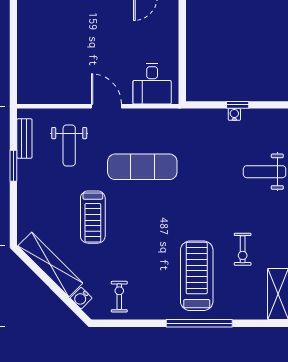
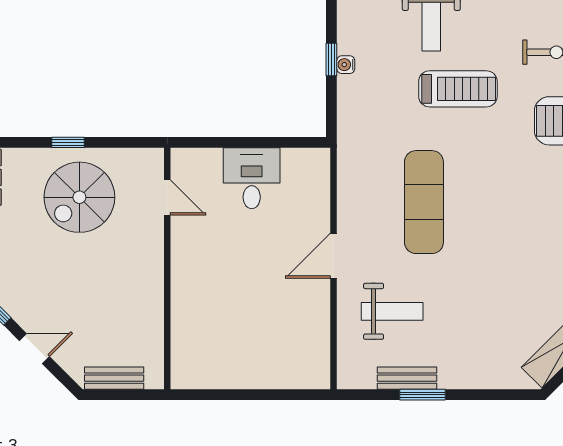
desk: (152, 84) -> (252, 178), moved, turned -90
bench: (24, 139) -> (407, 378), moved
treadmill: (93, 217) -> (458, 89), moved

